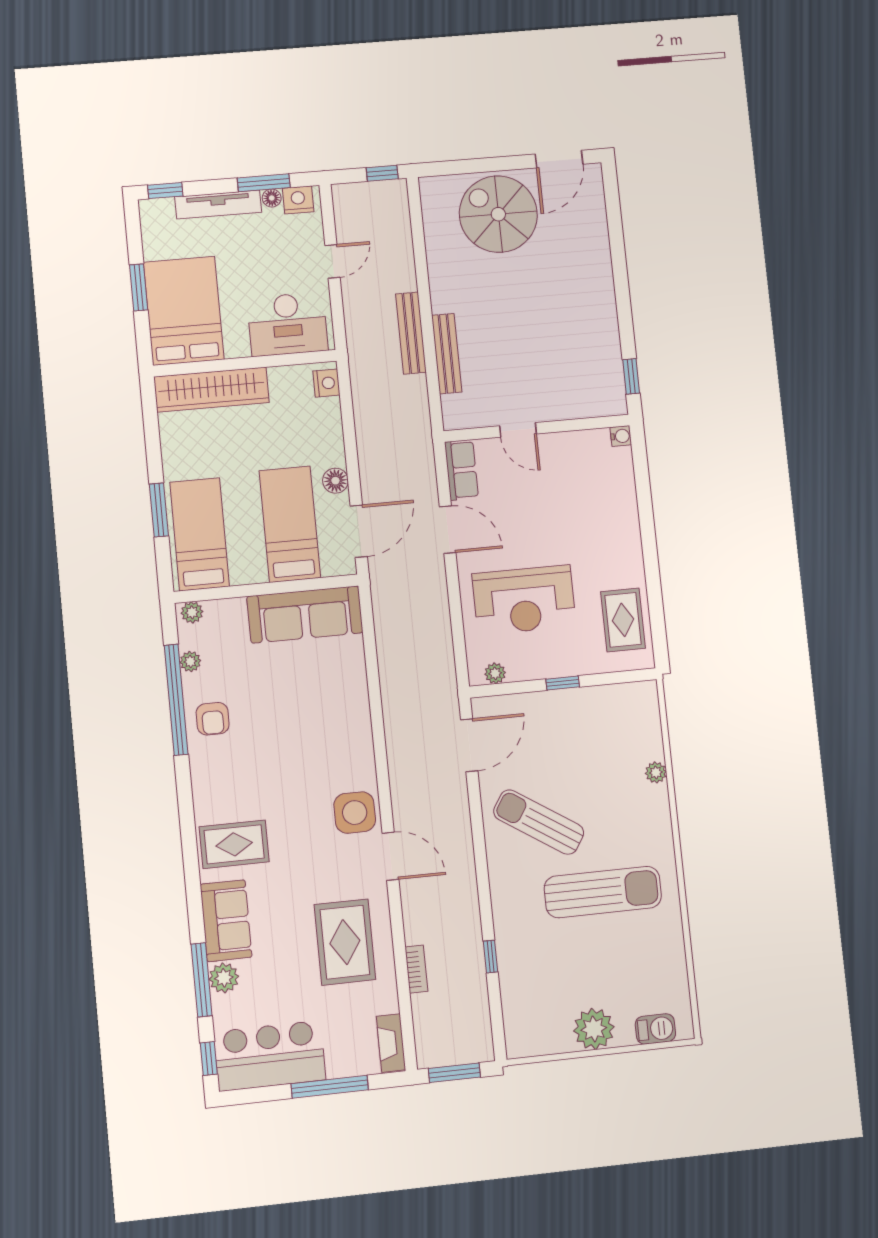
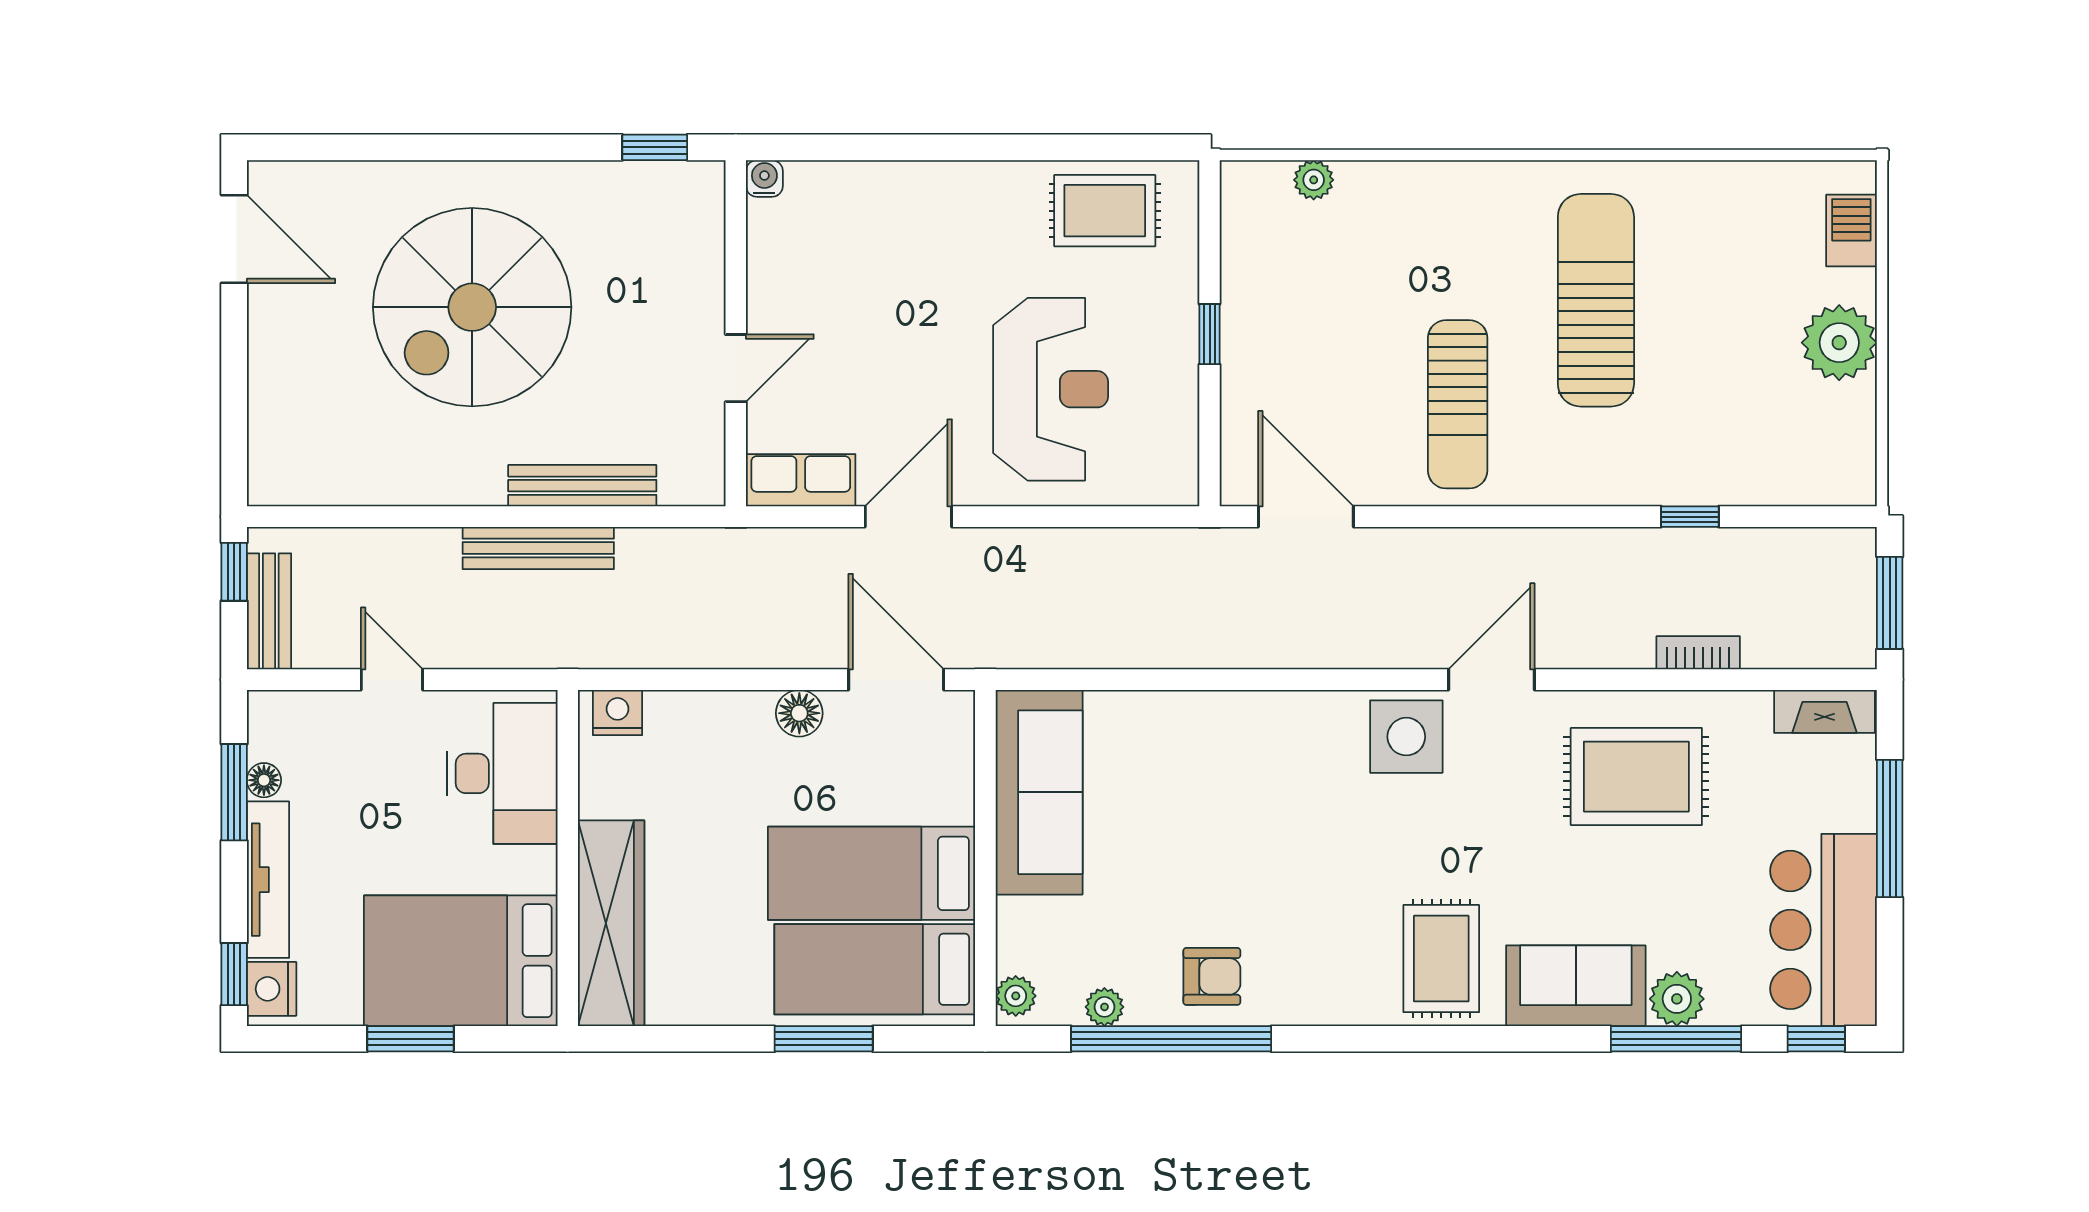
bench: (363, 193) -> (269, 611), added
nightstand: (298, 200) -> (272, 989), moved
spiral stairs: (498, 214) -> (472, 307), moved, width x1.37, depth x1.37
bed: (290, 524) -> (872, 873), moved
plant: (495, 673) -> (1180, 456), removed
plant: (656, 772) -> (1314, 180), moved
sun lounger: (539, 822) -> (1458, 404), turned -33

